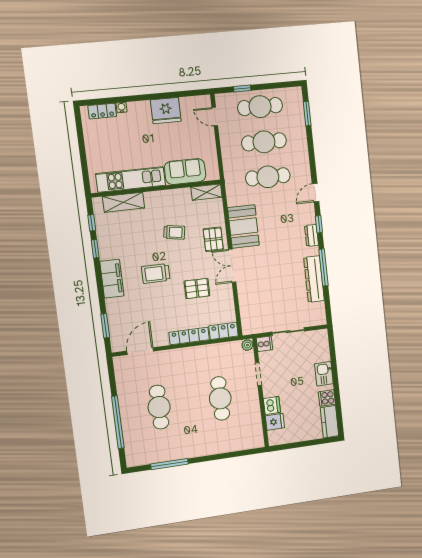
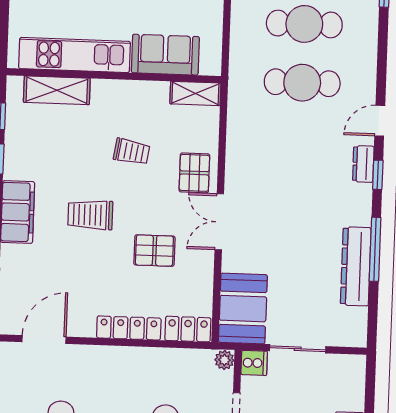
booth: (243, 226) -> (243, 309), moved
dresser: (312, 235) -> (363, 164), moved

